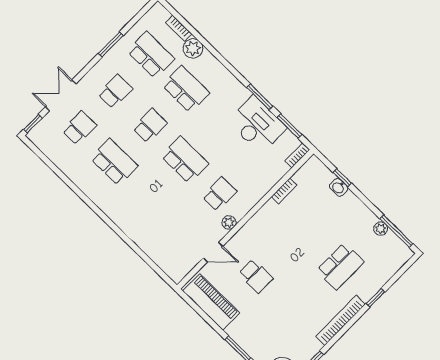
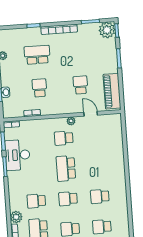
school desk: (186, 89) -> (36, 201), width x0.54
school desk: (114, 162) -> (100, 196), width x0.54
school desk: (302, 229) -> (39, 88), added

